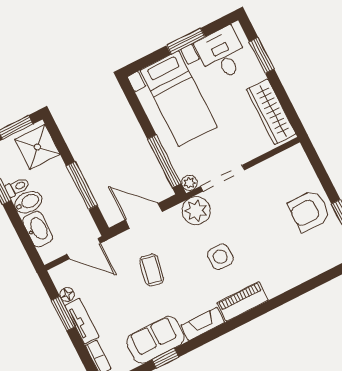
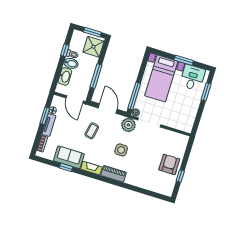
wardrobe: (271, 112) -> (190, 115), removed
armchair: (309, 211) -> (169, 164), turned 90

